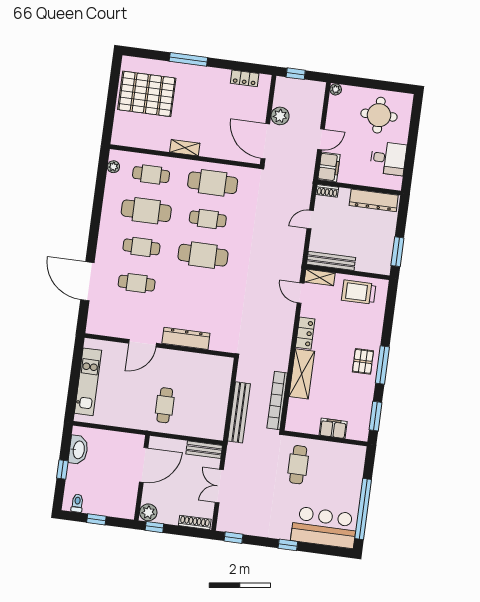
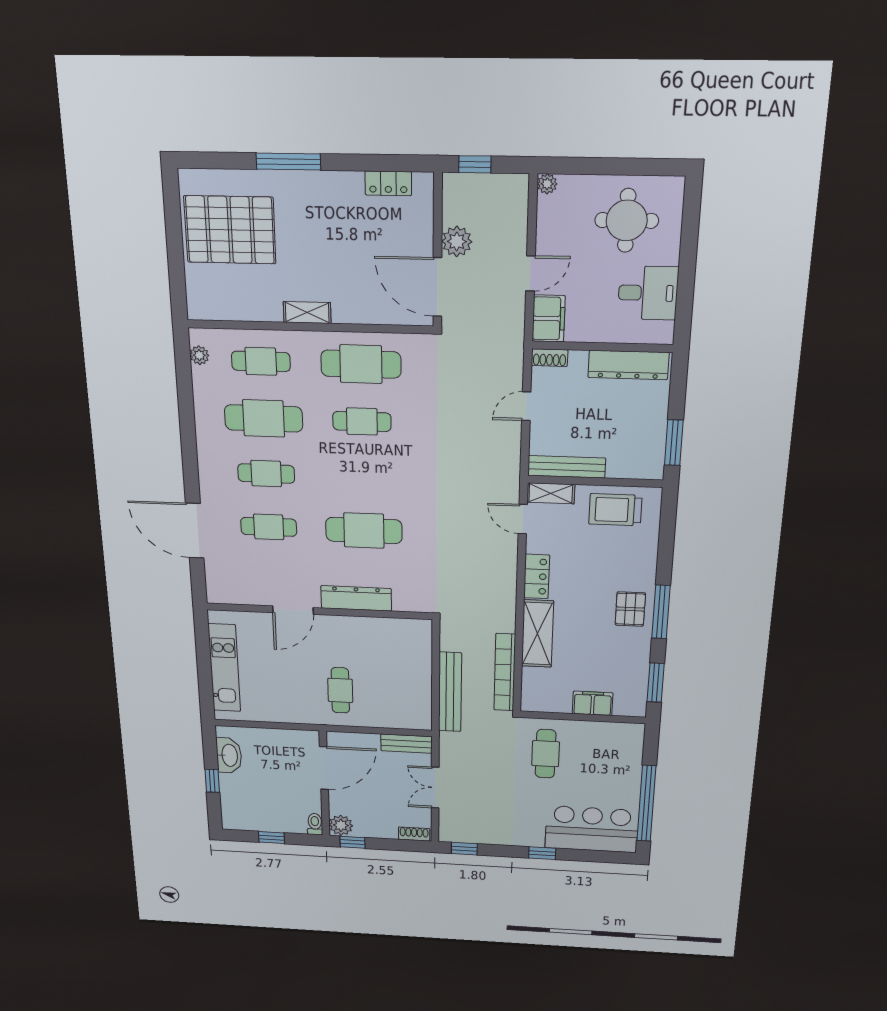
cafe table: (203, 255) -> (364, 530), moved
toilet: (77, 503) -> (315, 824), moved
shoe rack: (195, 522) -> (414, 834), width x0.70

